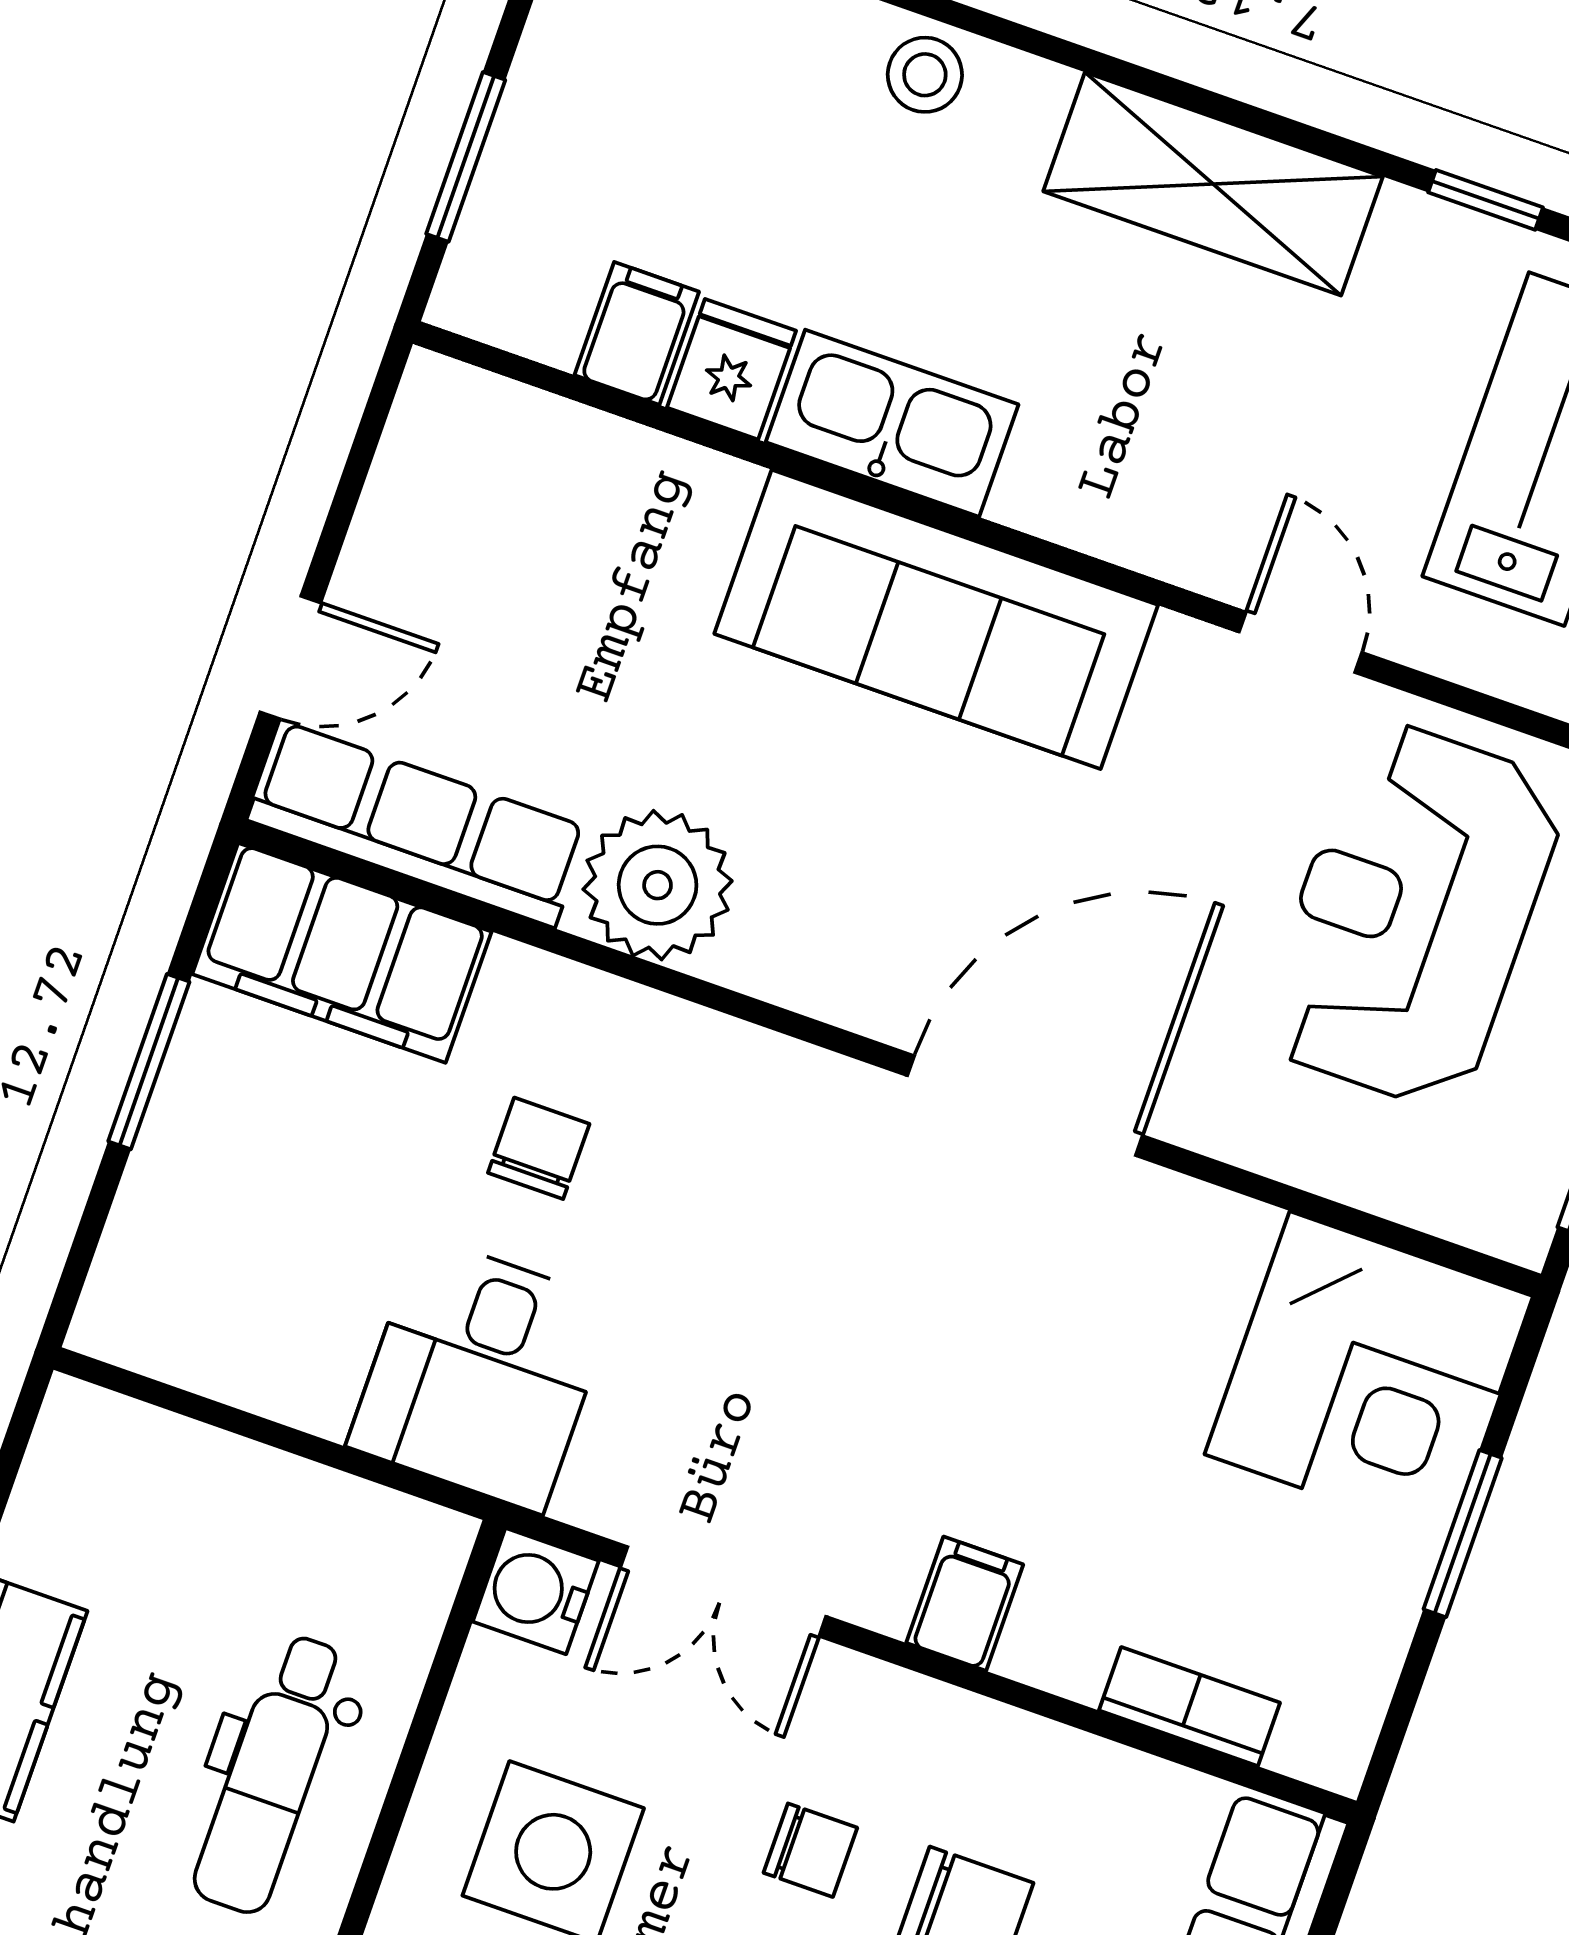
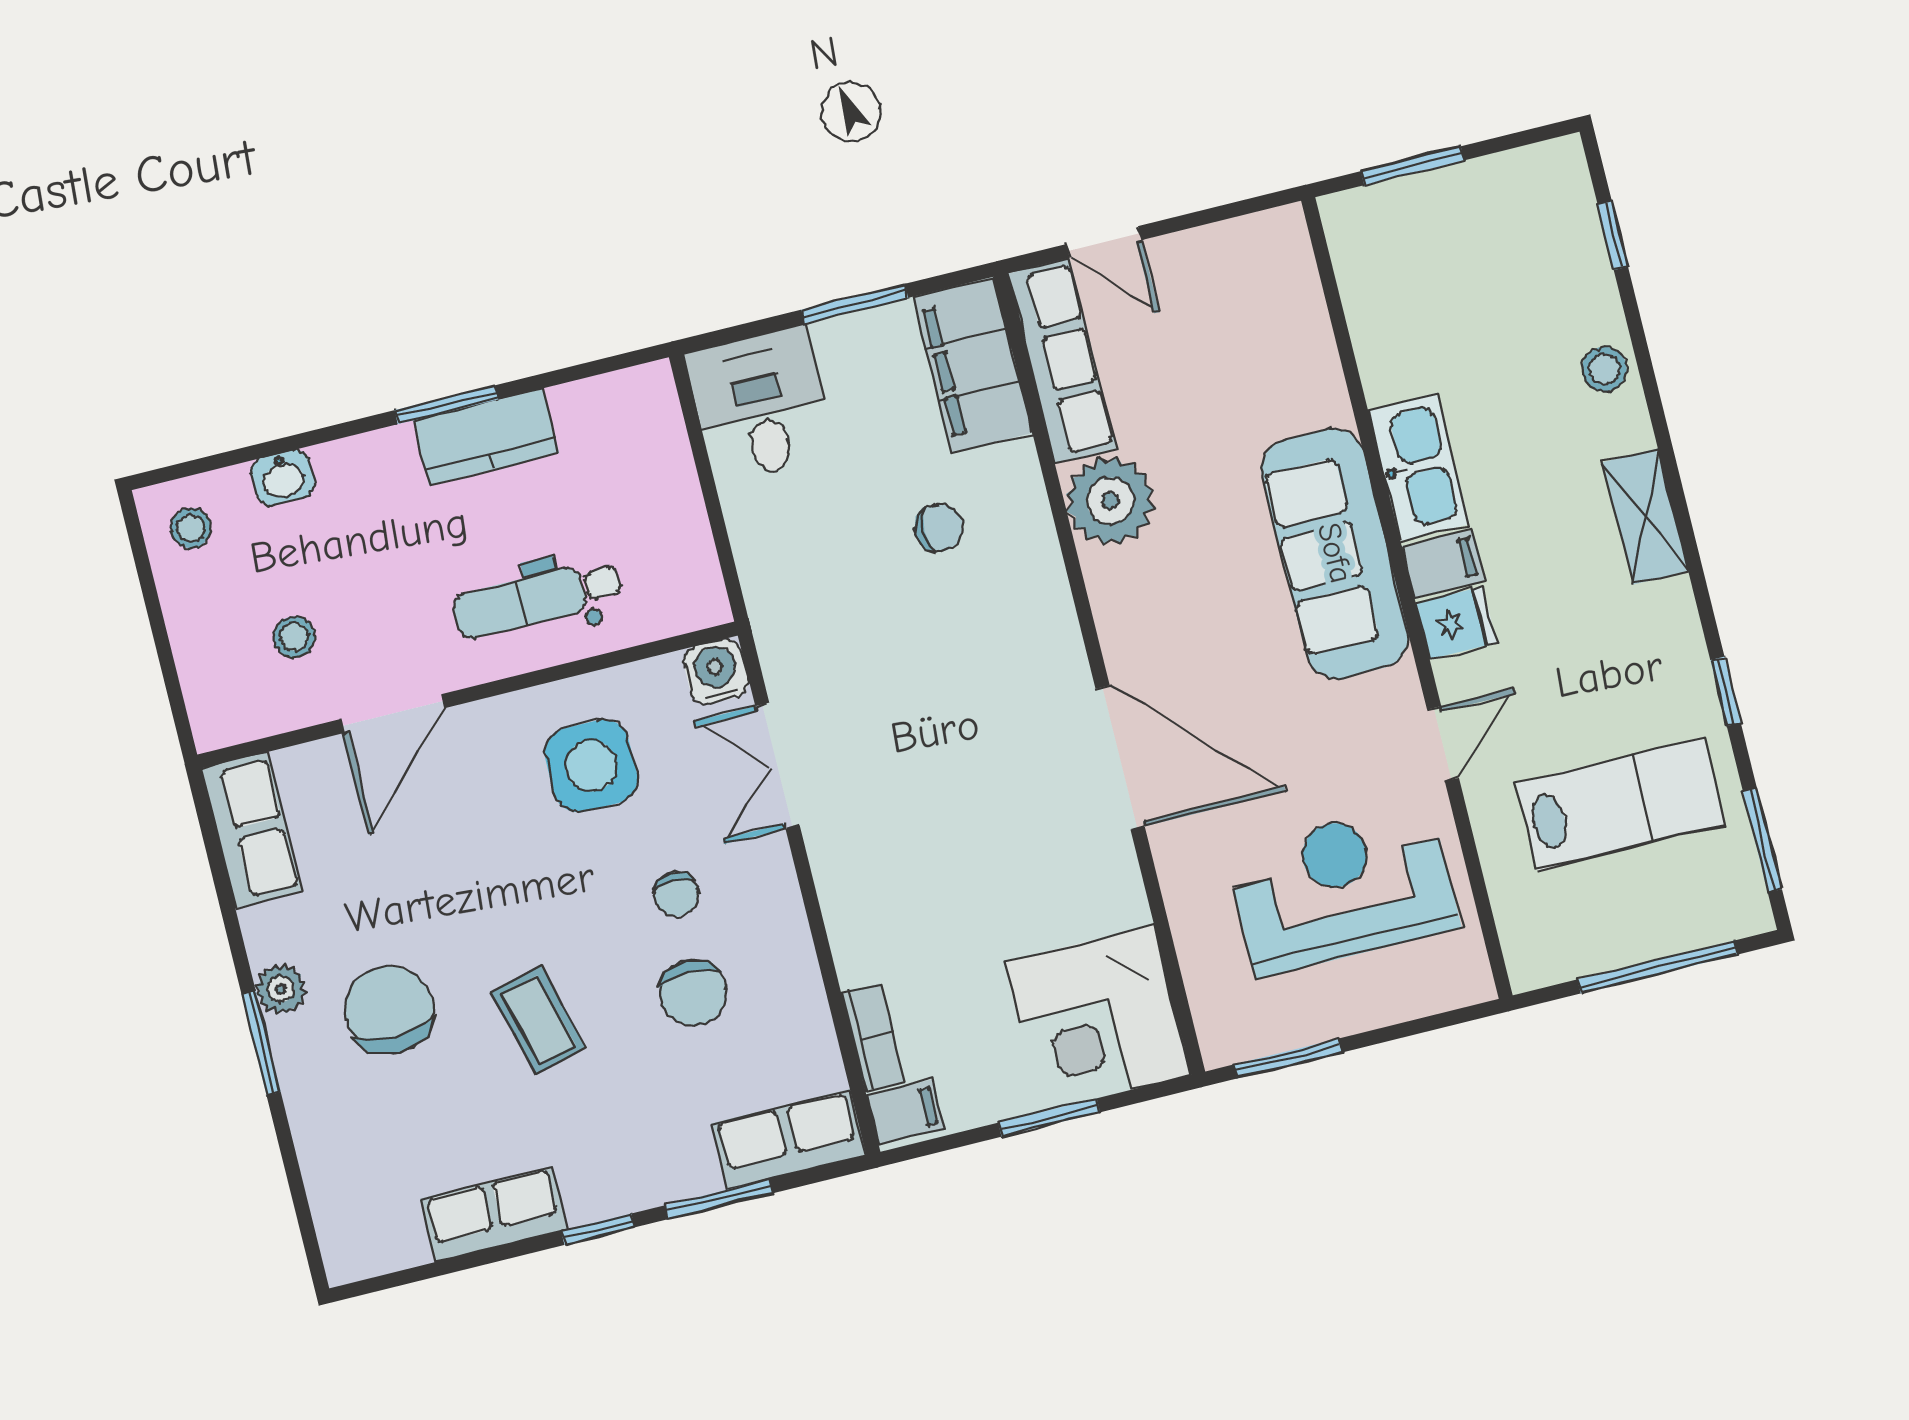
shelving: (1213, 184) -> (1646, 517), width x0.67, depth x0.75
filing cabinet: (637, 333) -> (1443, 564), moved
fridge: (732, 369) -> (1456, 623), moved
desk: (481, 1374) -> (760, 404), moved, turned 90
filing cabinet: (965, 1604) -> (905, 1112), moved

